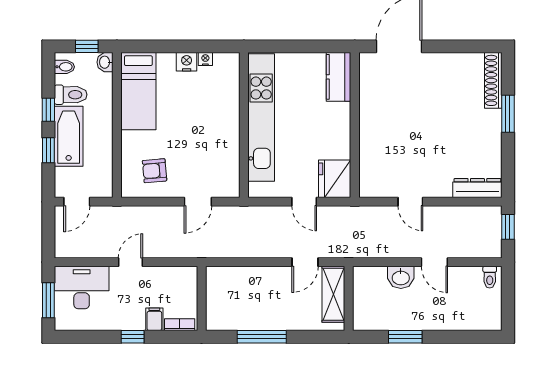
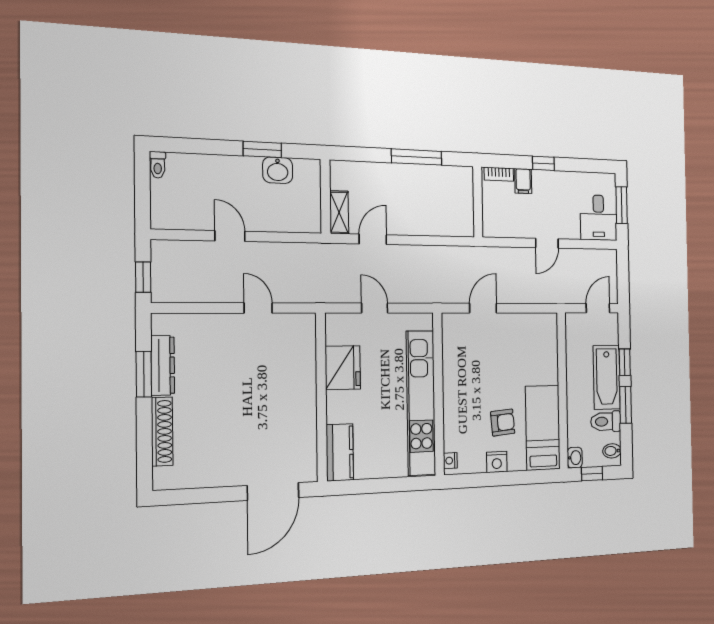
nightstand: (205, 59) -> (450, 461), moved, turned 90
shoe rack: (493, 80) -> (162, 431), moved
window: (48, 110) -> (626, 405), width x1.50
window: (508, 114) -> (144, 374), moved
armchair: (155, 171) -> (503, 423), moved
fridge: (335, 179) -> (343, 368), moved
dresser: (477, 188) -> (163, 365), moved, turned -90
washbasin: (401, 277) -> (278, 170), moved, turned 180
toilet: (490, 277) -> (158, 165), moved, turned 180
desk: (82, 288) -> (598, 218), width x0.73
shelving: (333, 294) -> (339, 212), width x0.67, depth x0.75

